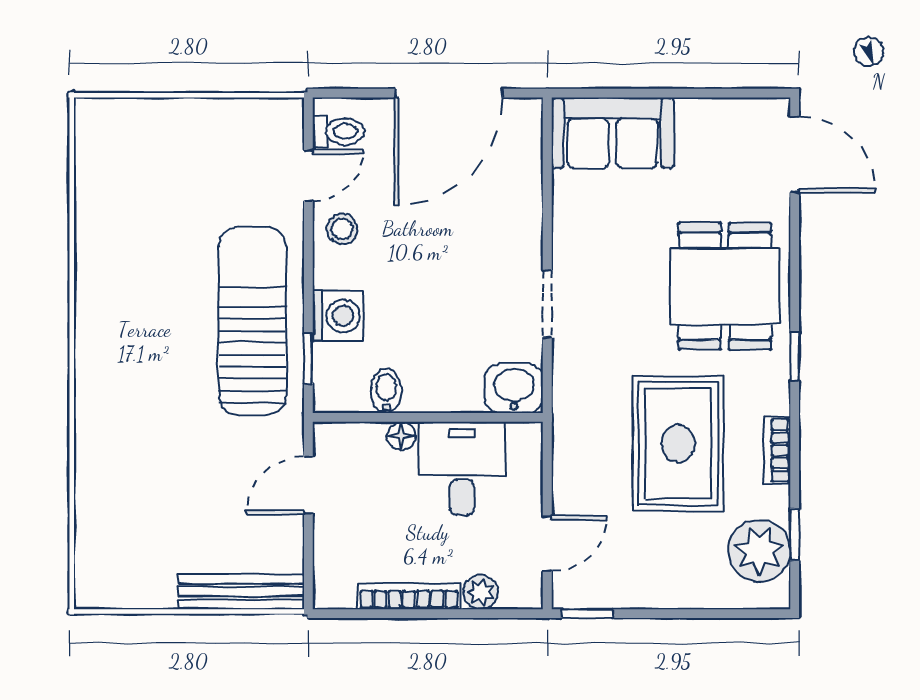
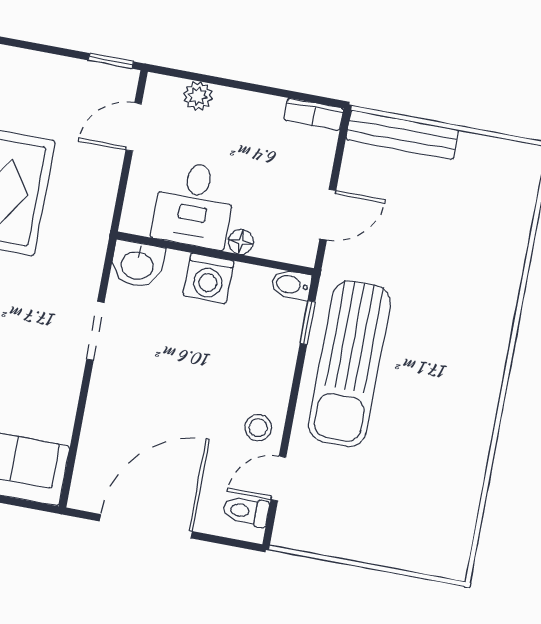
washing machine: (338, 316) -> (209, 278), moved, turned -90
bidet: (386, 391) -> (291, 285), moved, turned 90
bookcase: (409, 596) -> (314, 114), moved, width x0.64

